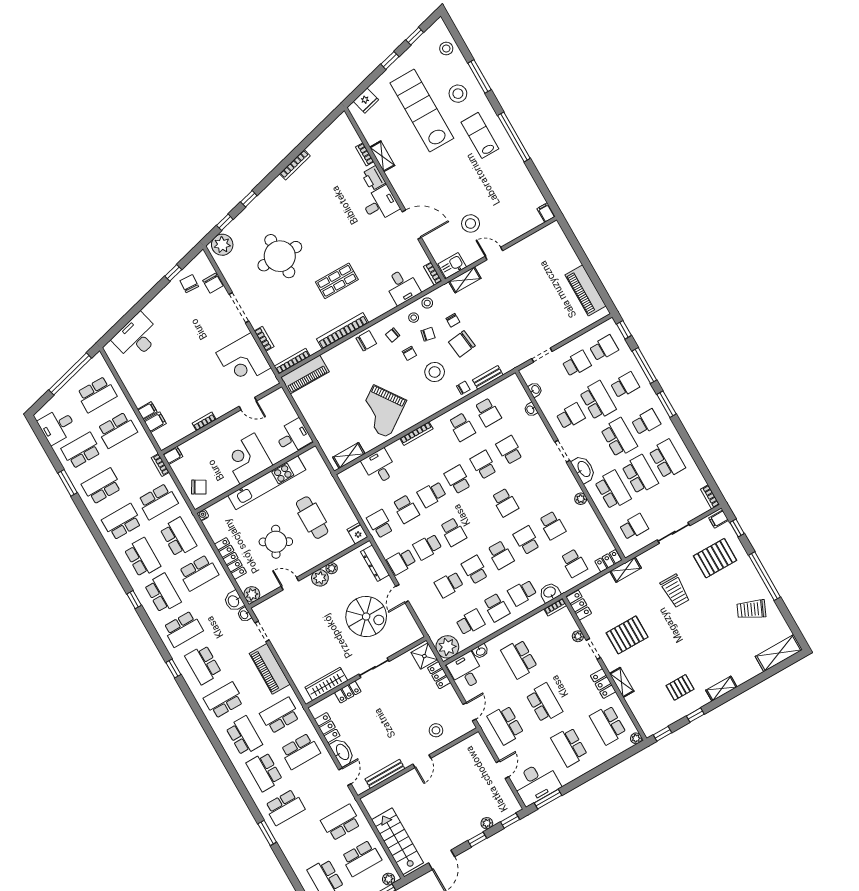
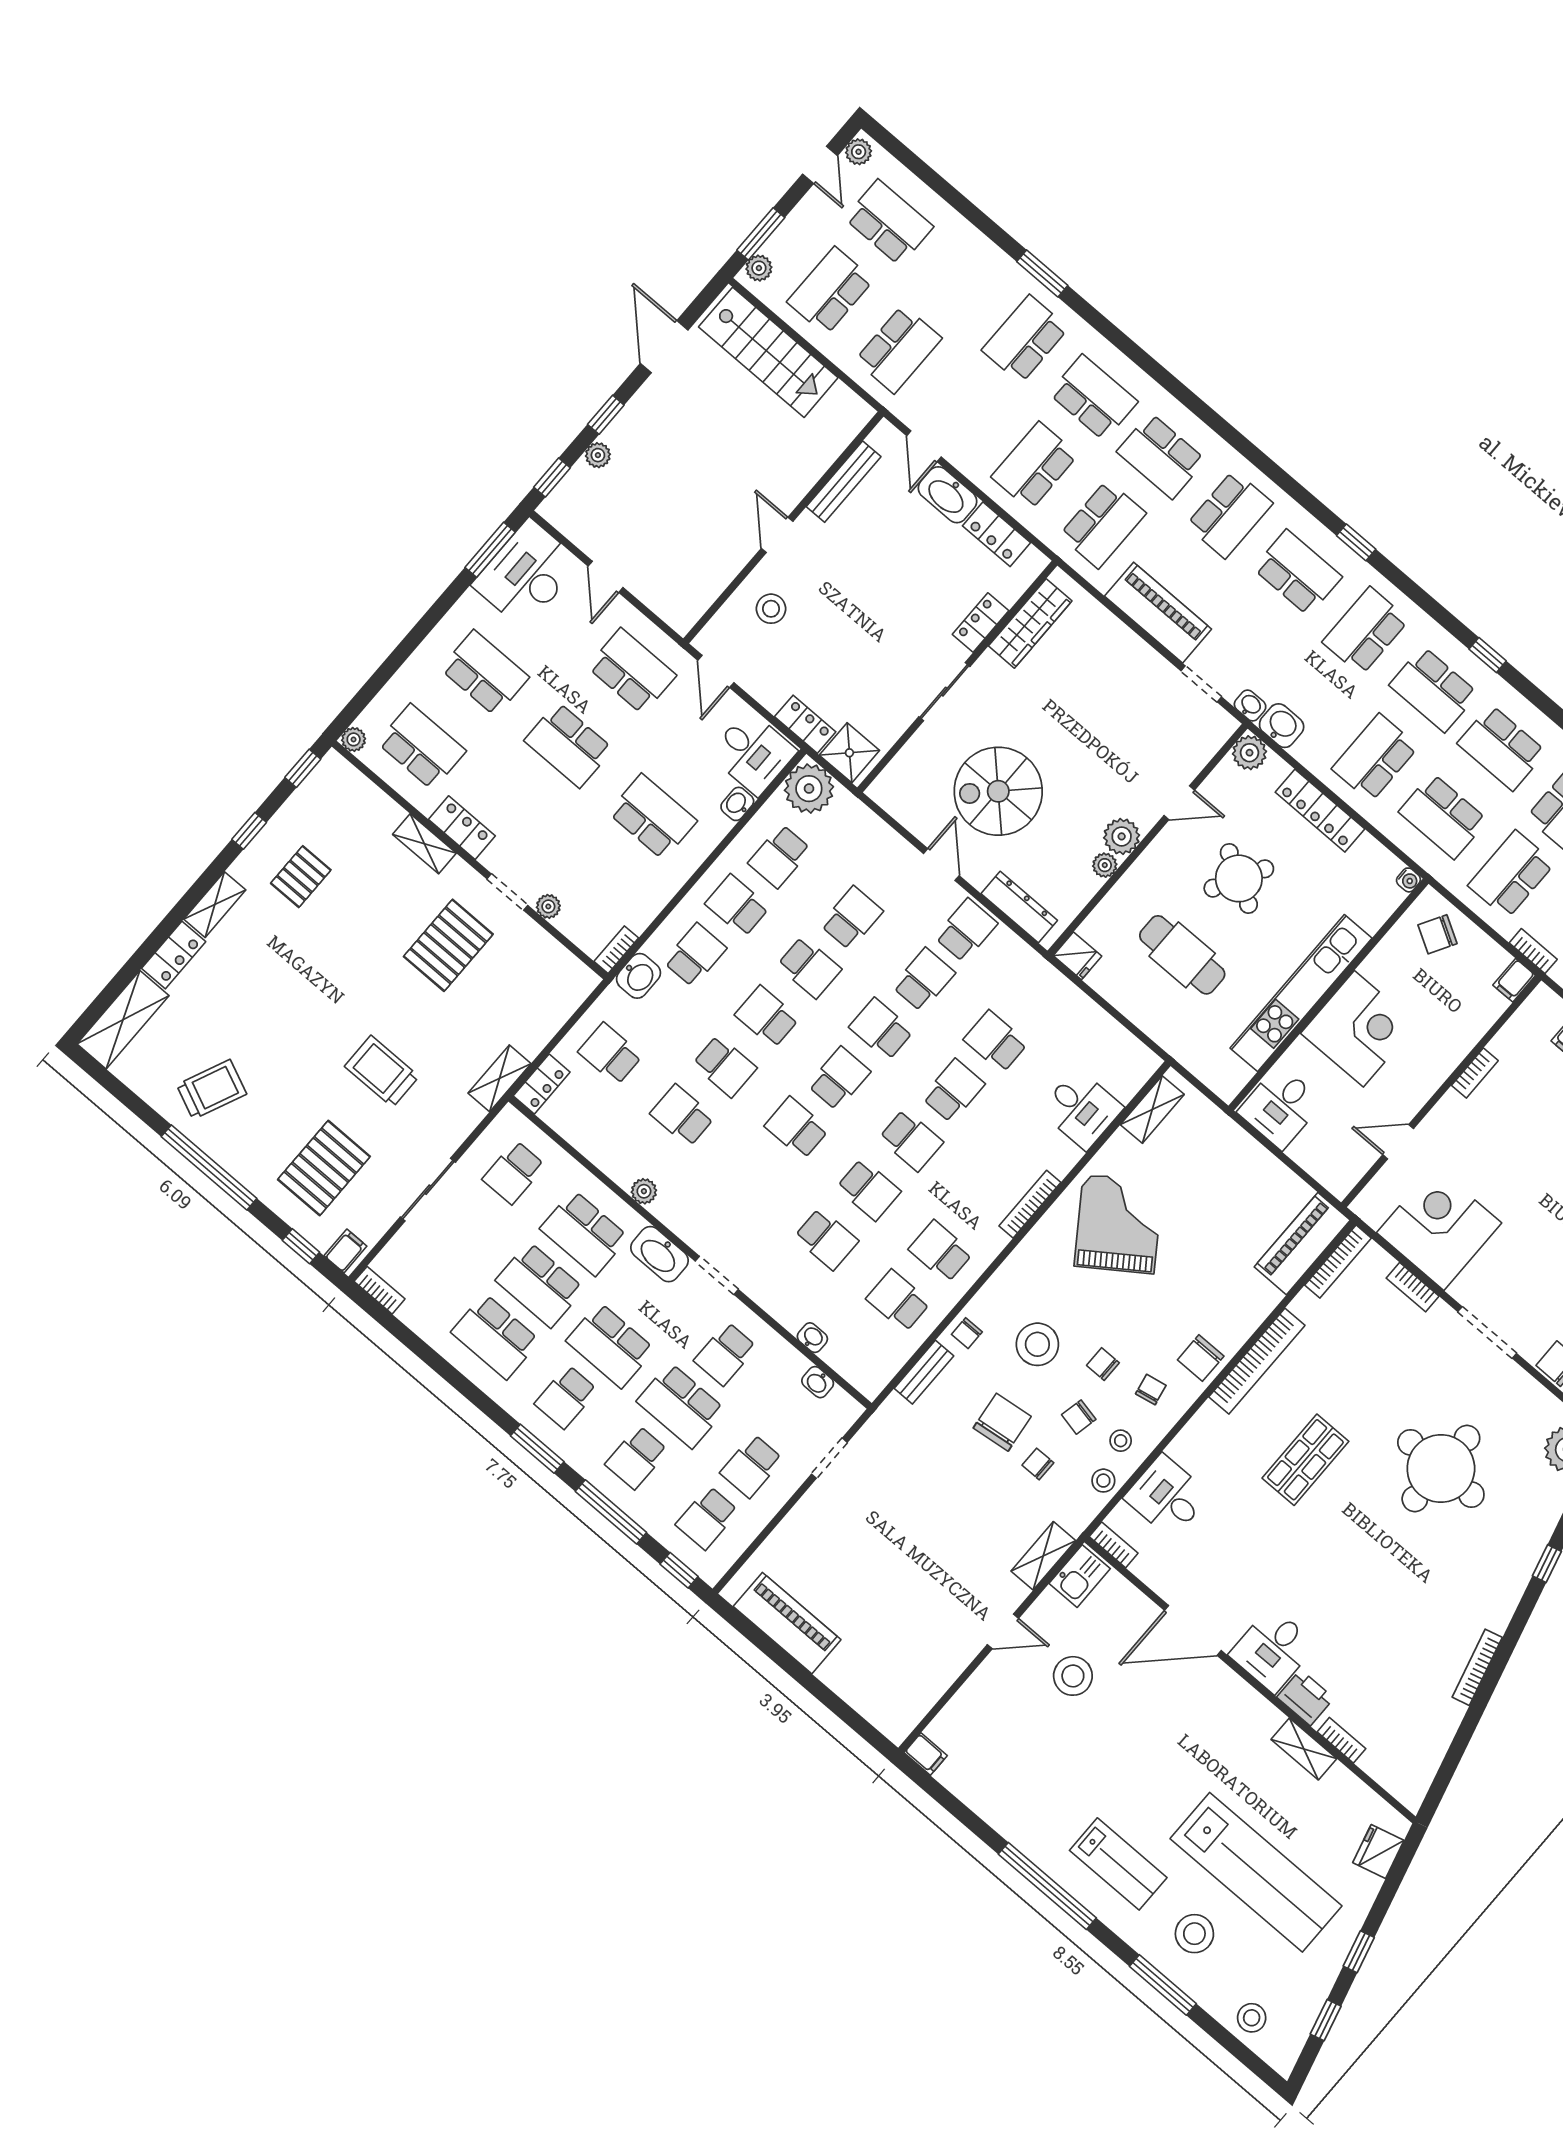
school desk: (380, 524) -> (839, 1078), moved, turned -90
locker: (579, 605) -> (174, 955), moved, turned -90

